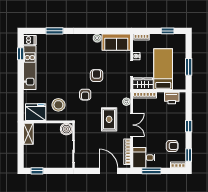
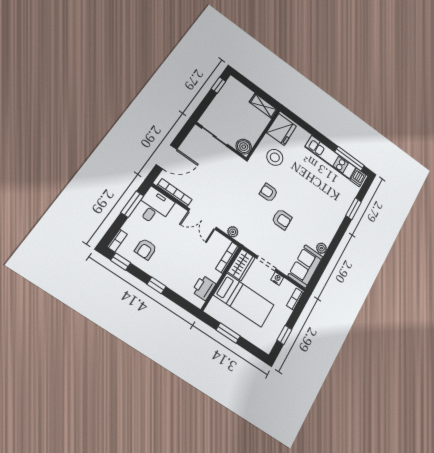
window: (21, 54) -> (350, 159), width x2.17
rug: (109, 119) -> (225, 199), removed

